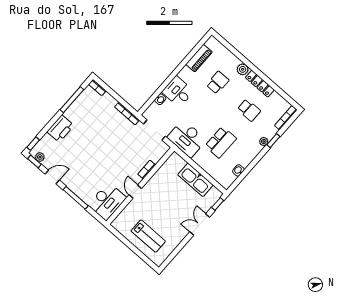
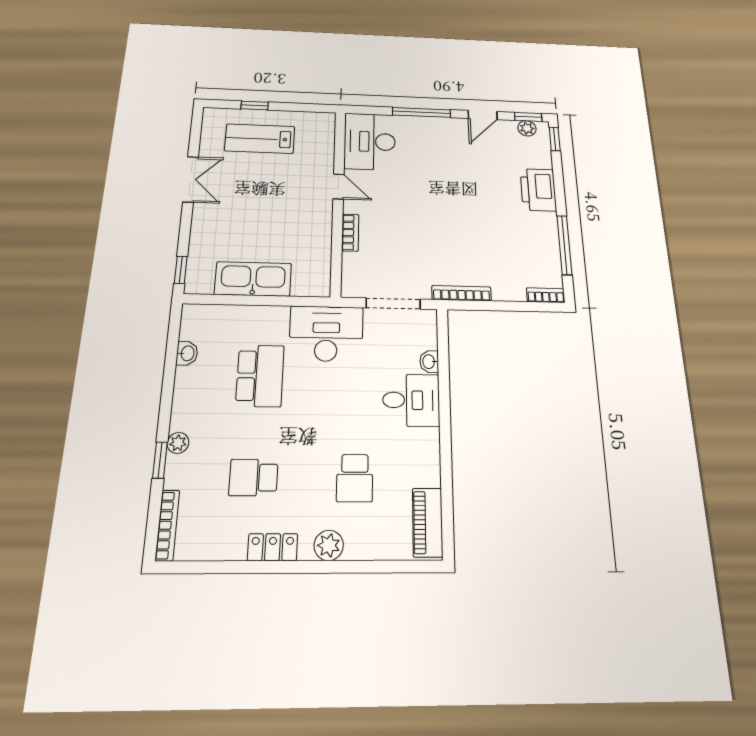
piano: (199, 58) -> (428, 522), moved
locker: (260, 84) -> (273, 547), width x0.66
school desk: (221, 142) -> (260, 376), turned 180
double door: (200, 224) -> (191, 179), moved
window: (138, 253) -> (255, 105), added

